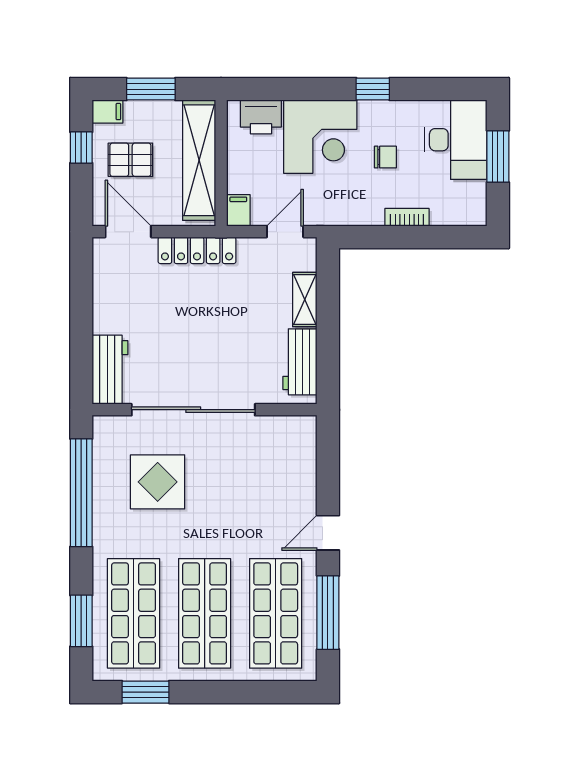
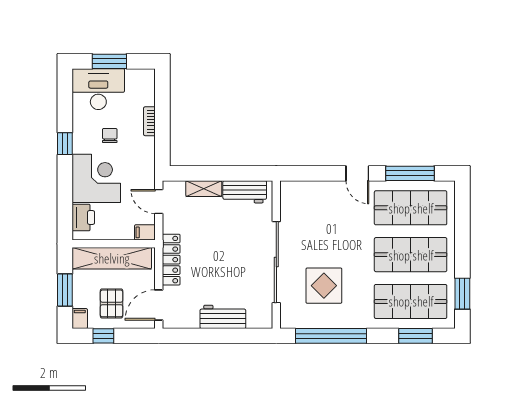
workbench: (110, 370) -> (223, 317), moved

